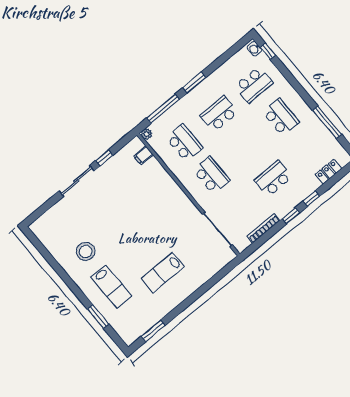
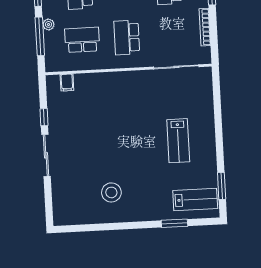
plant: (147, 134) -> (48, 24), moved
school desk: (211, 175) -> (127, 38), turned -90
lab bench: (111, 287) -> (195, 200), moved

